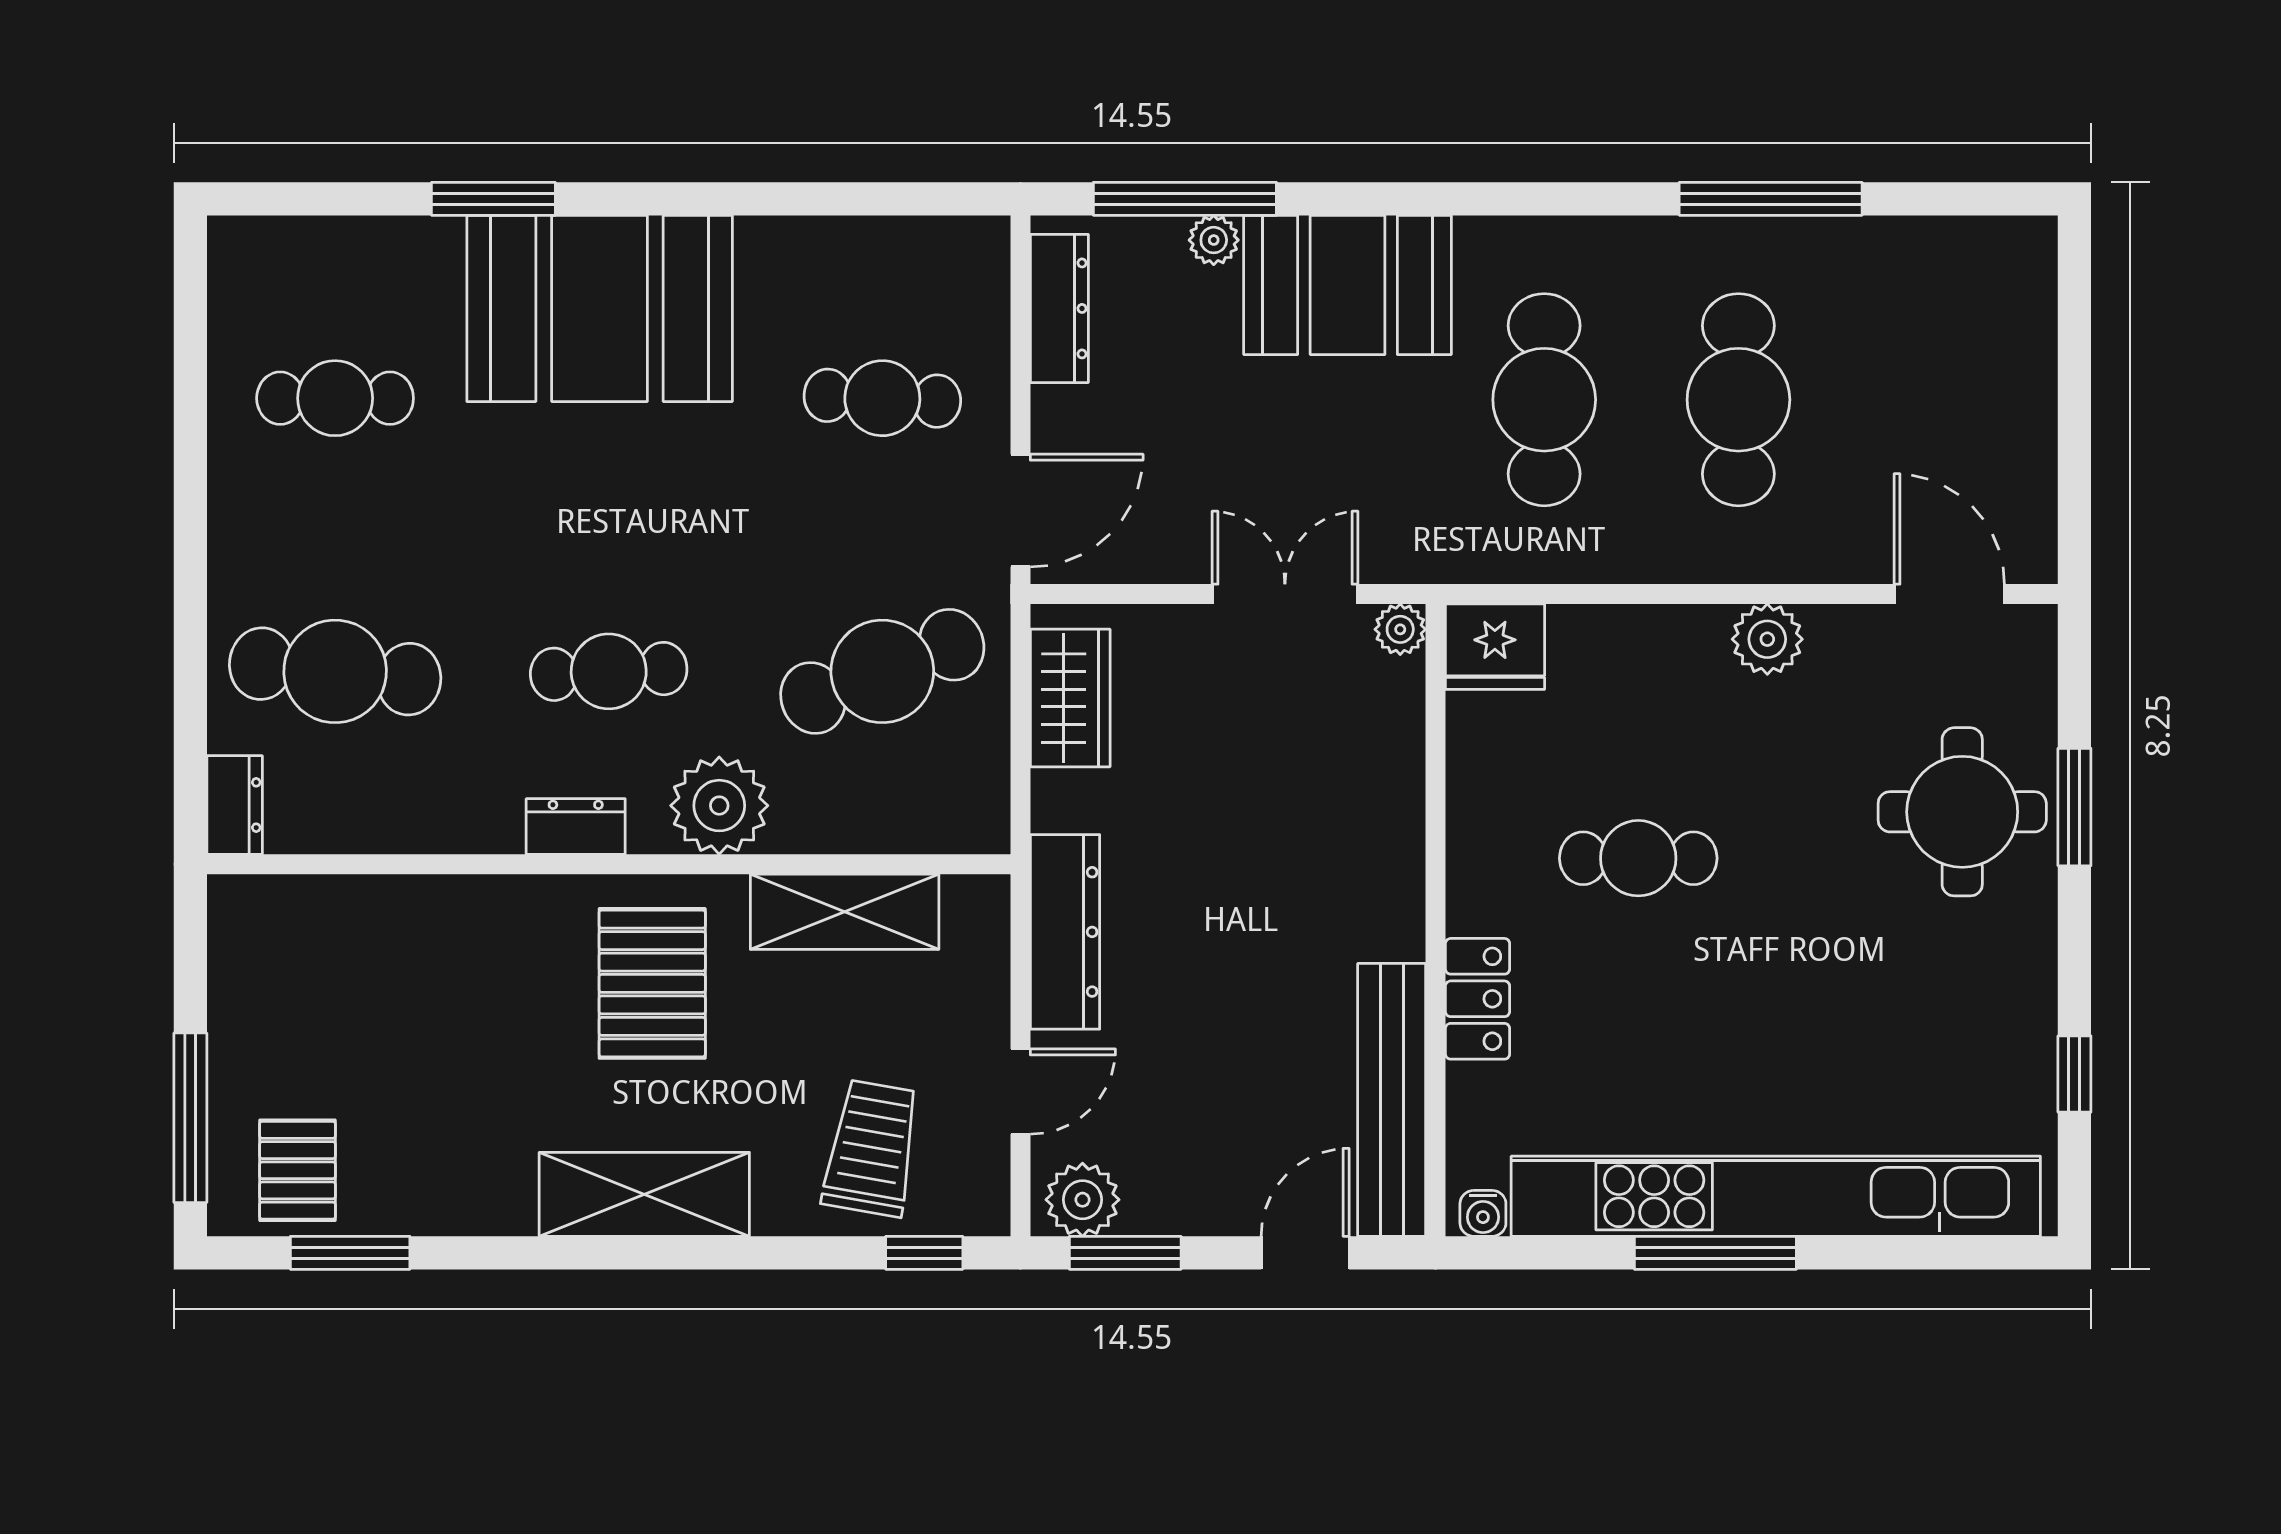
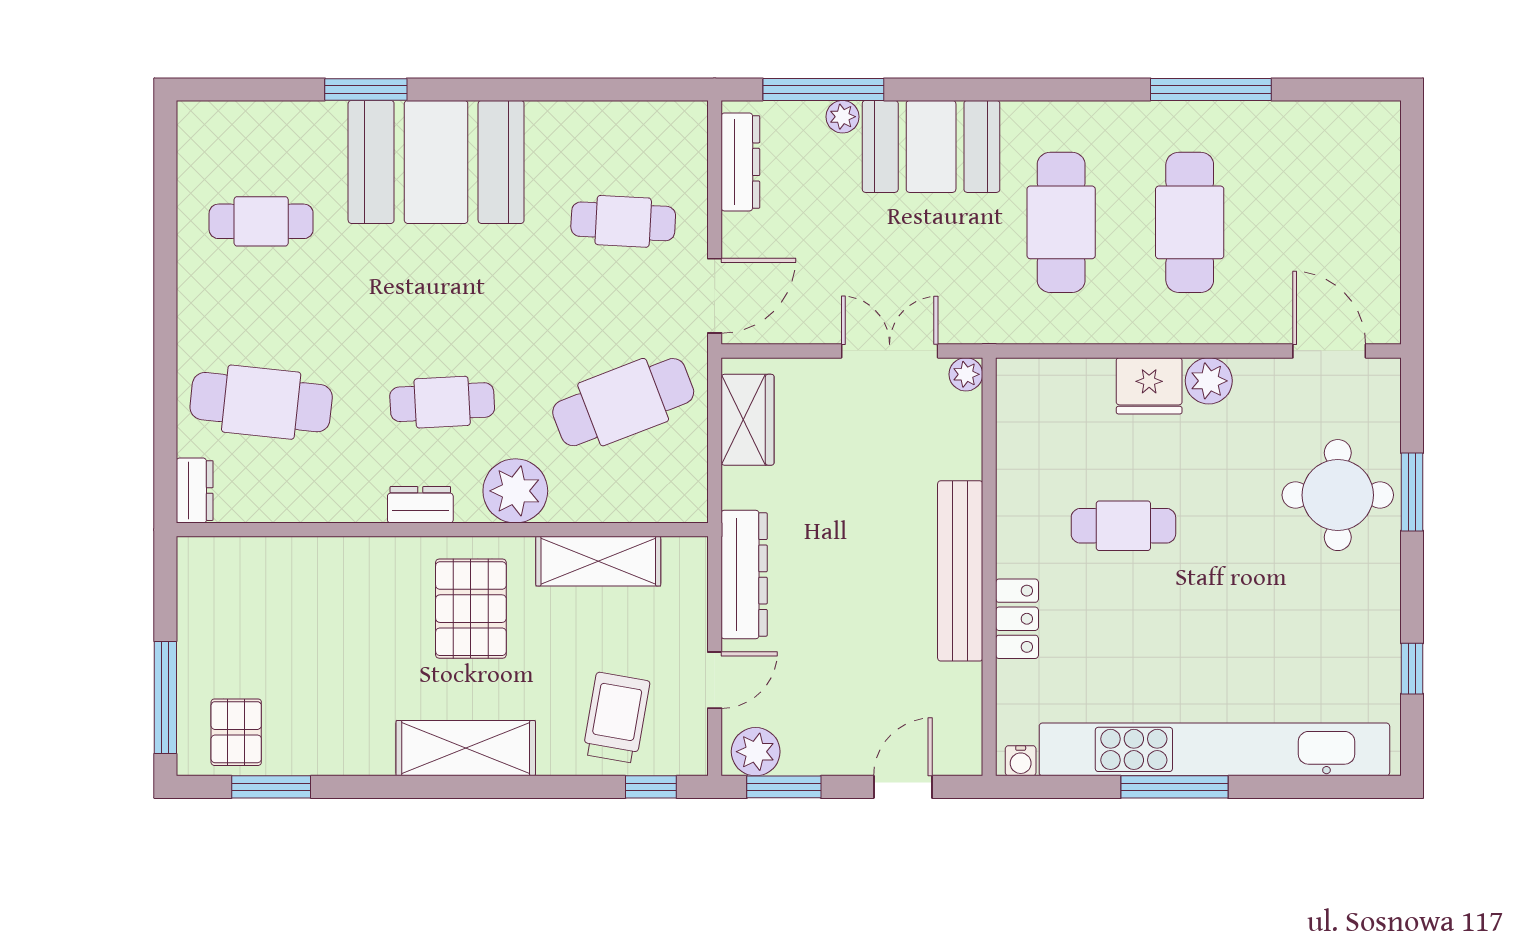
fridge: (1495, 647) -> (1149, 386), moved
bench: (1392, 1100) -> (960, 571), moved

